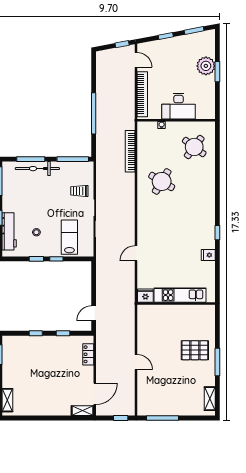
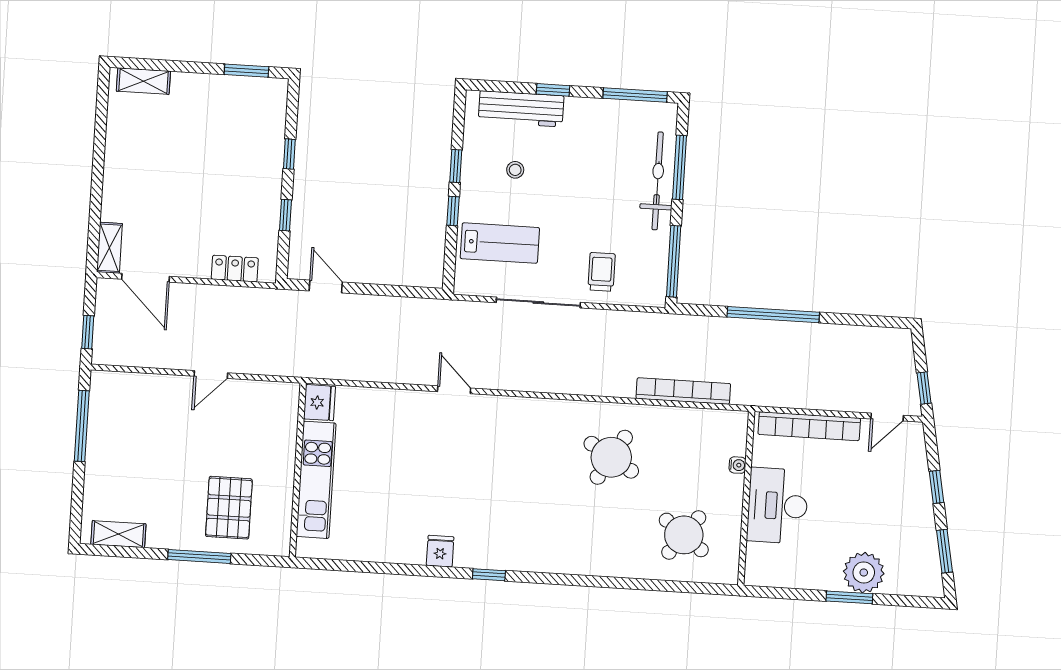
kitchen unit: (180, 295) -> (316, 480), moved
fridge: (145, 296) -> (320, 403), moved
wall: (176, 303) -> (298, 470), moved

